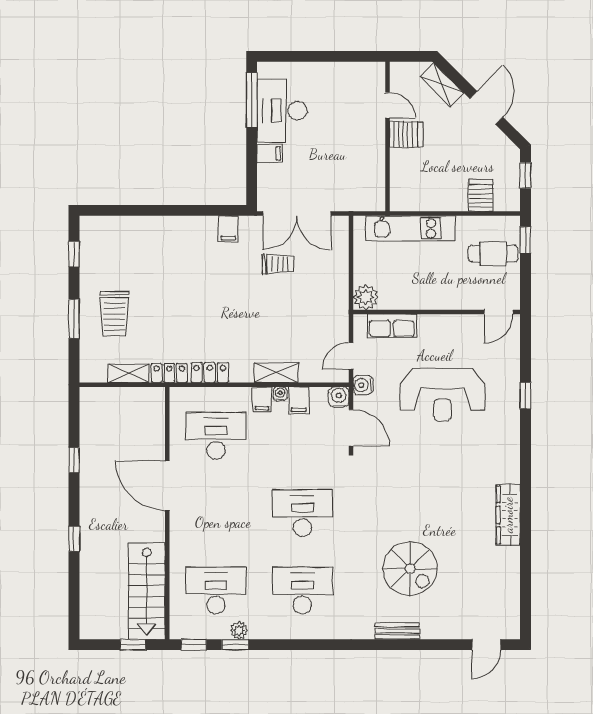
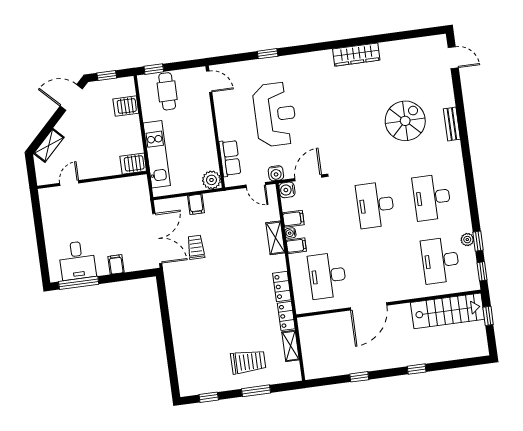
door: (486, 108) -> (71, 98), moved
desk: (282, 111) -> (77, 260), width x0.73
server rack: (406, 134) -> (133, 164), moved, turned -90
filing cabinet: (228, 229) -> (196, 204), moved, turned 90

